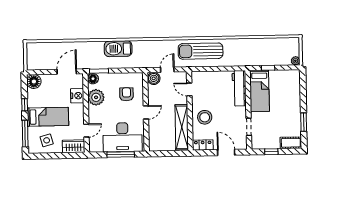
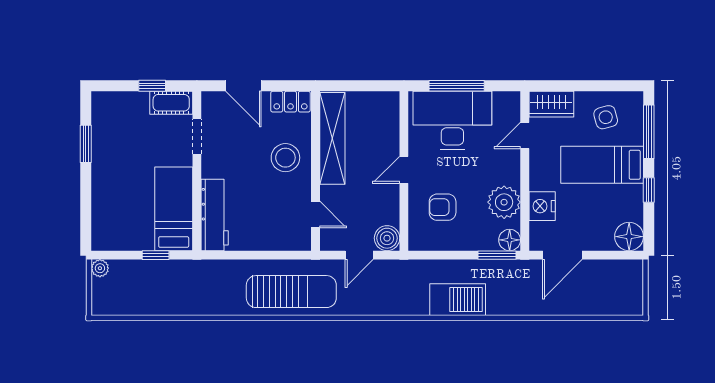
armchair: (126, 94) -> (443, 207), turned 90
cot: (291, 143) -> (171, 103), moved

